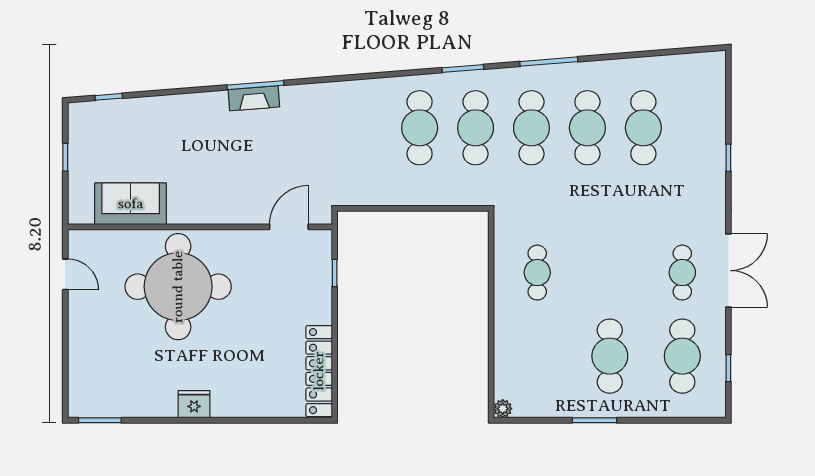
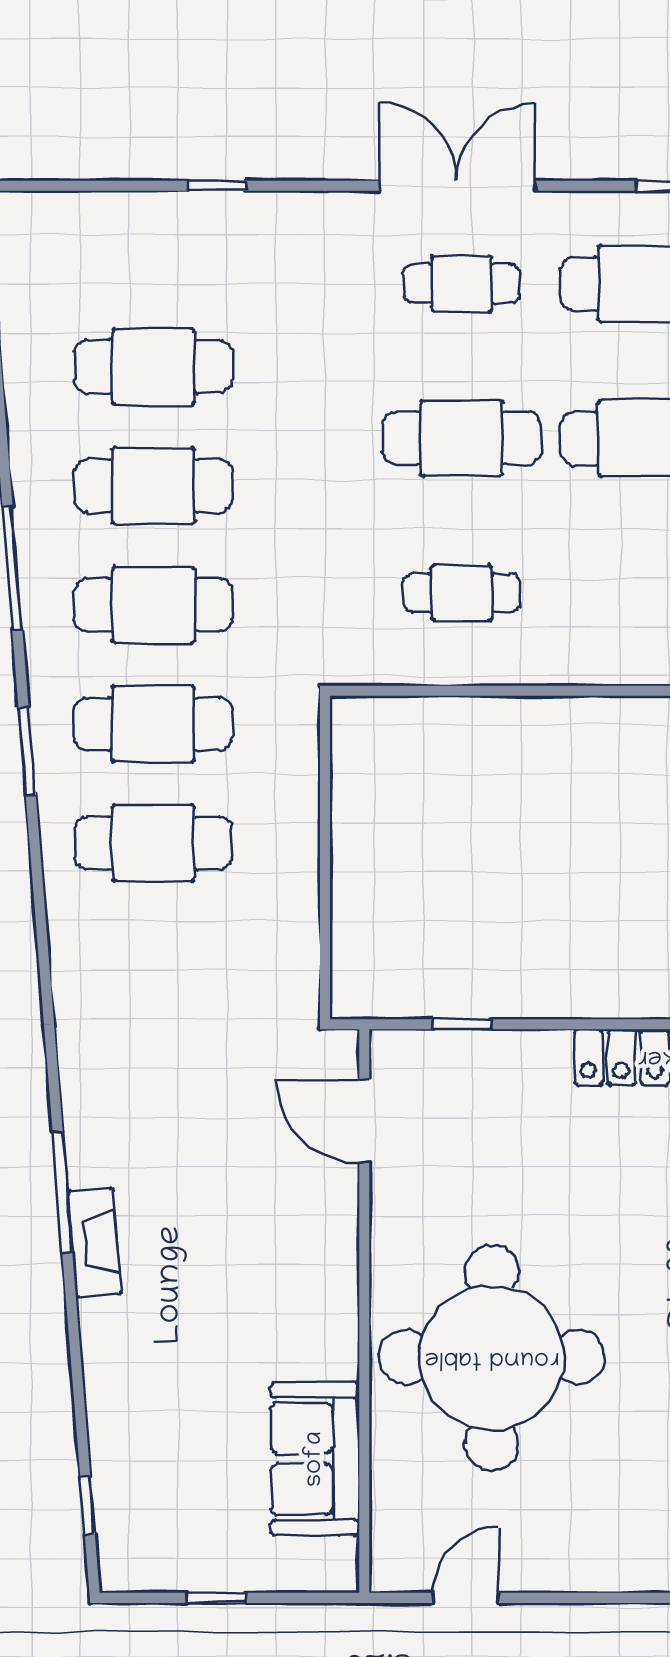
fireplace: (254, 98) -> (94, 1243), moved
cafe table: (610, 273) -> (462, 438), added

